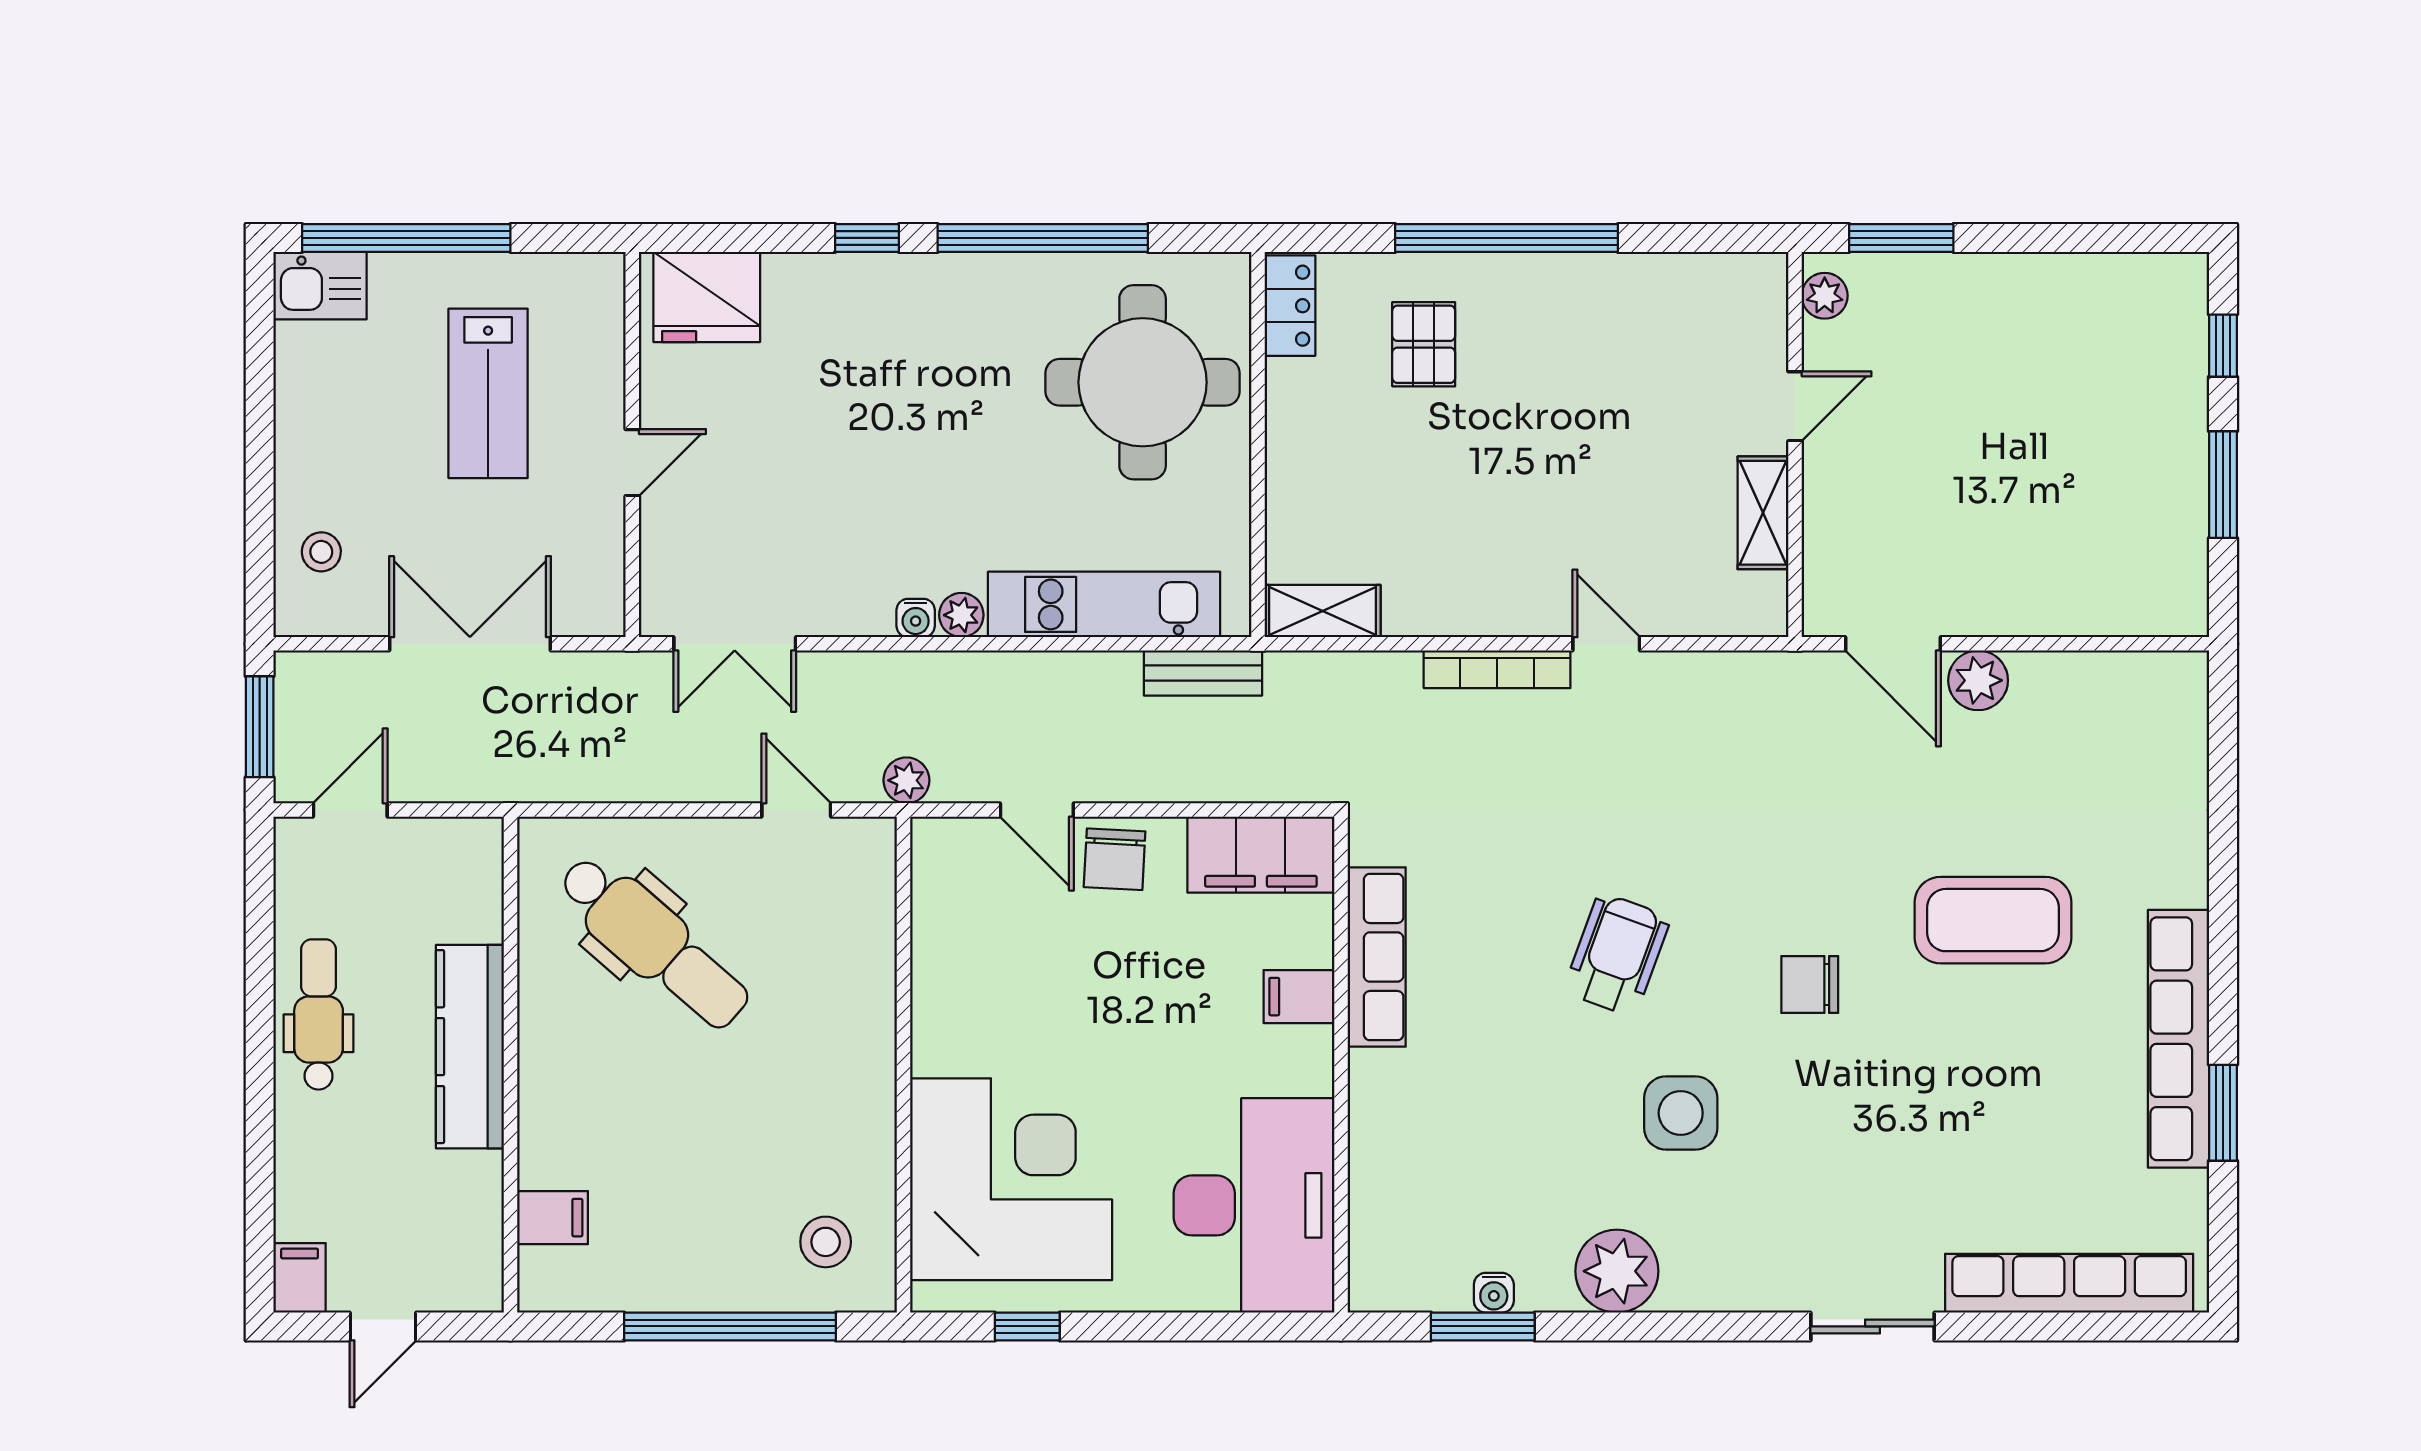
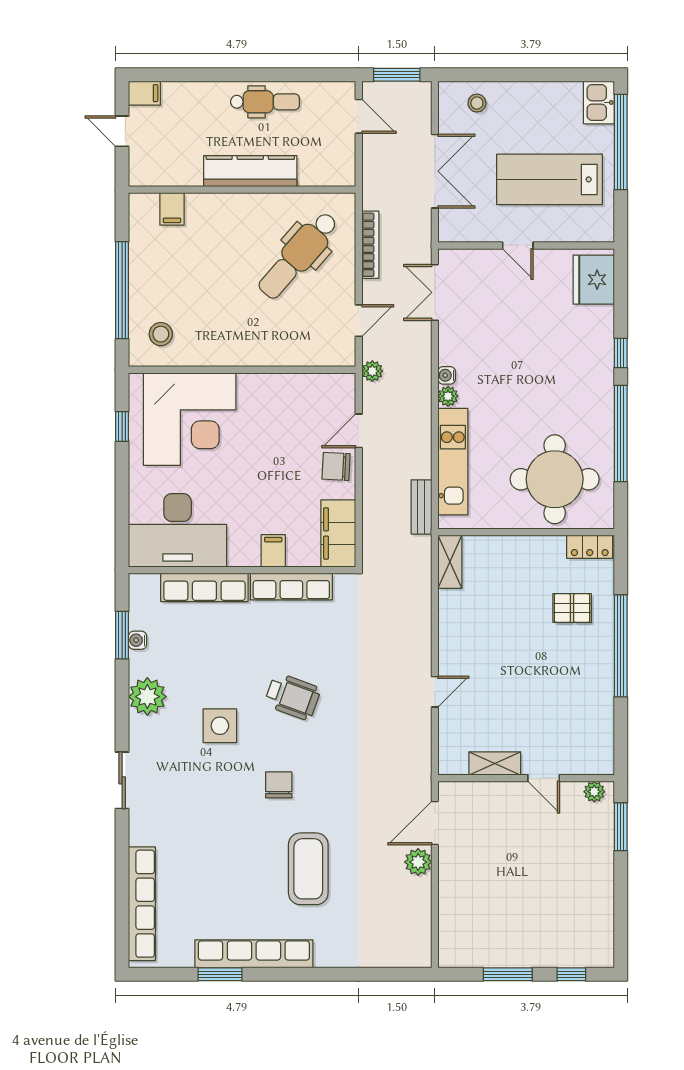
lab bench: (488, 393) -> (550, 179), width x1.36, depth x1.39
bookcase: (1497, 669) -> (370, 245), moved, turned 180
row of seats: (1379, 1147) -> (204, 587), added
sliding door: (1872, 1326) -> (122, 780), moved

